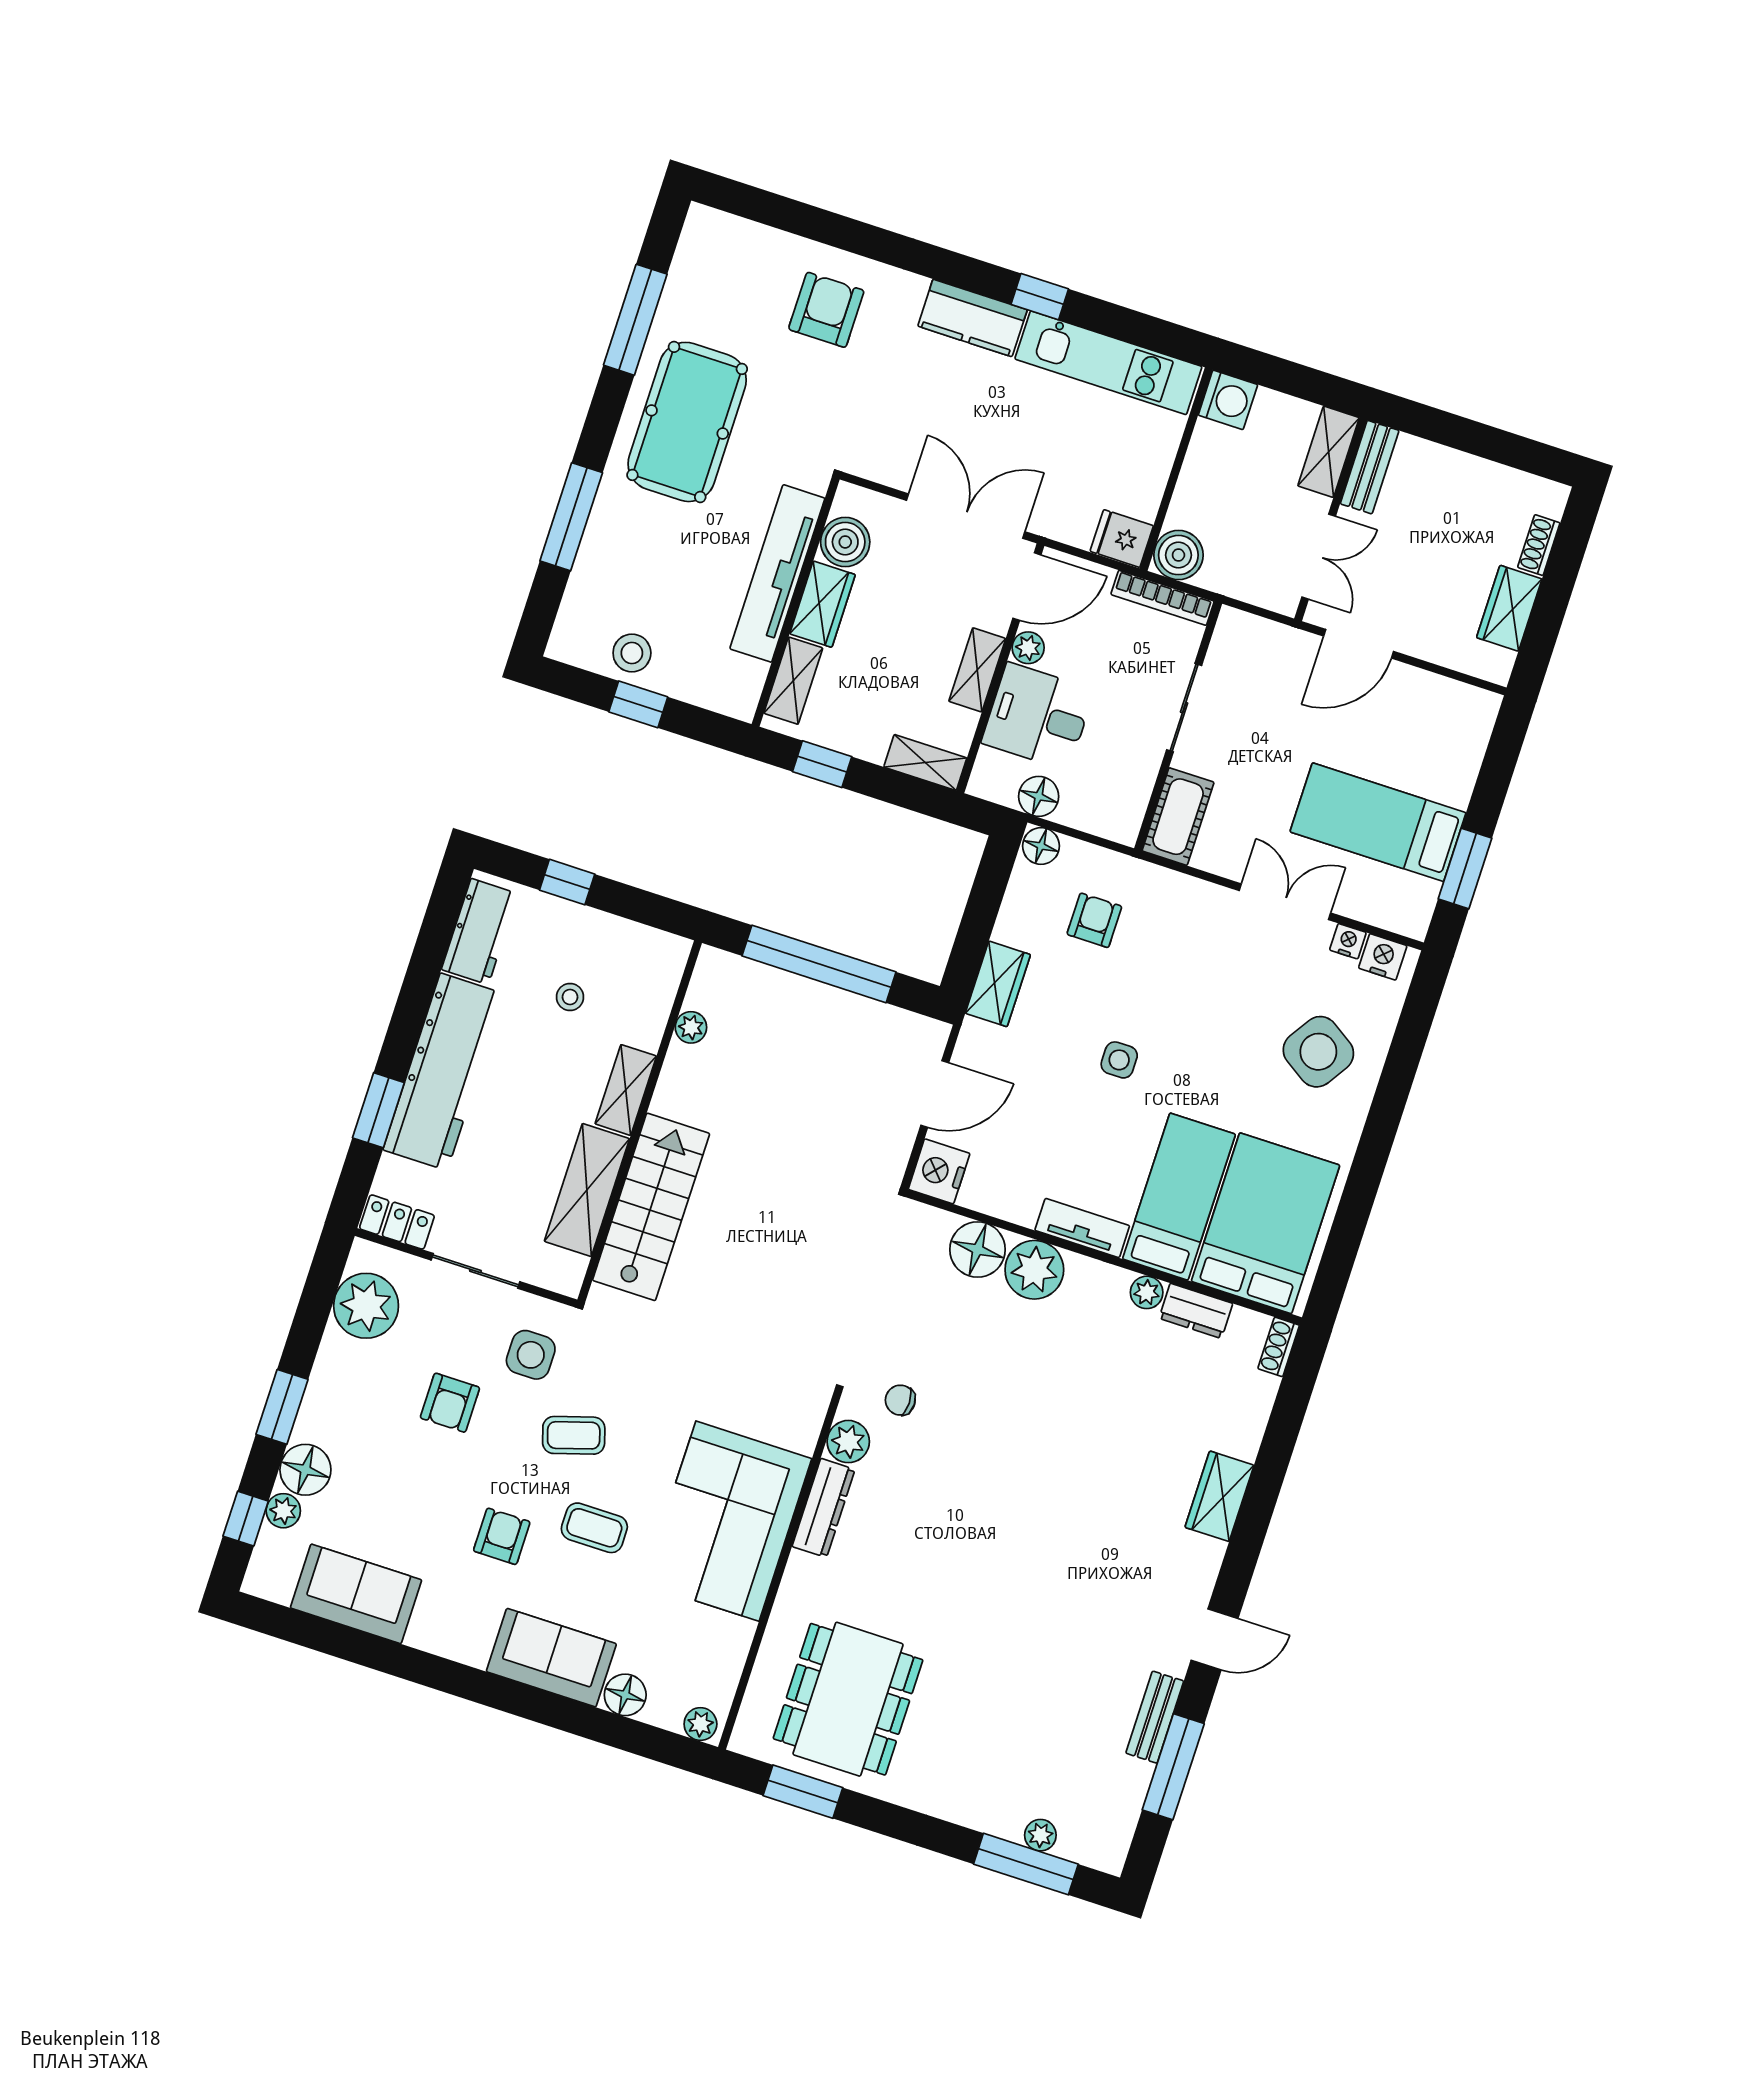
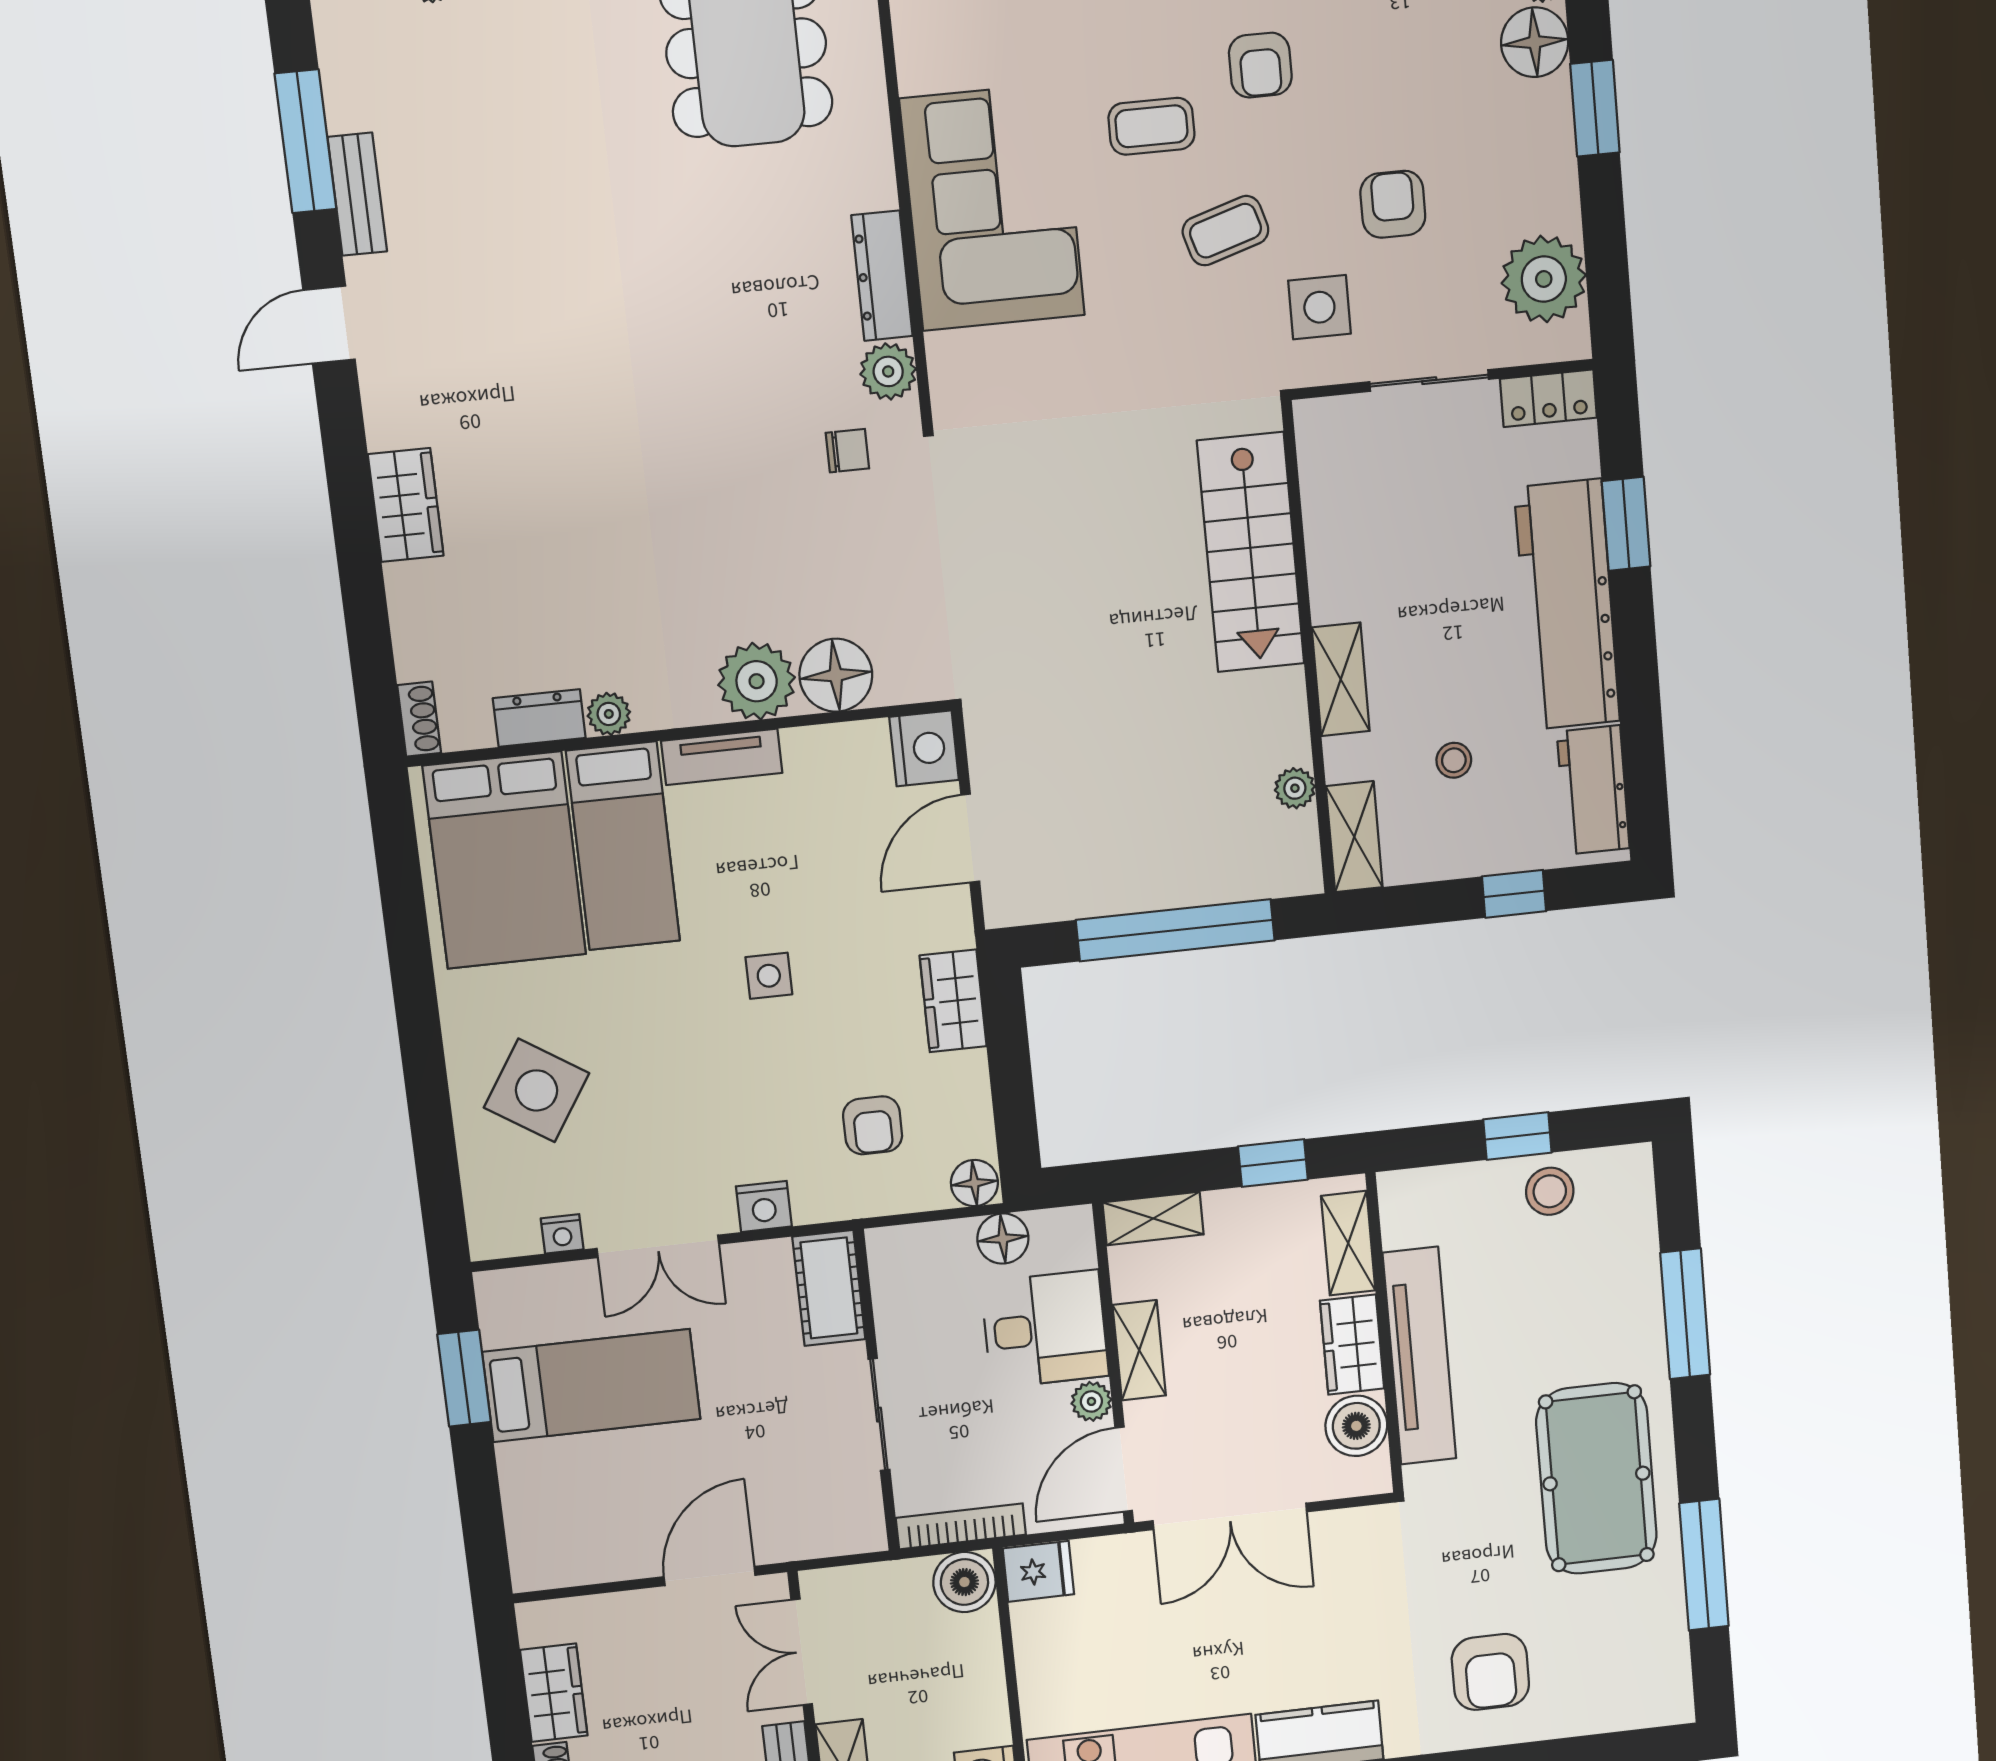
nightstand: (1383, 957) -> (764, 1206), moved
shelving: (587, 1190) -> (1354, 837), moved, width x0.67, depth x0.75

